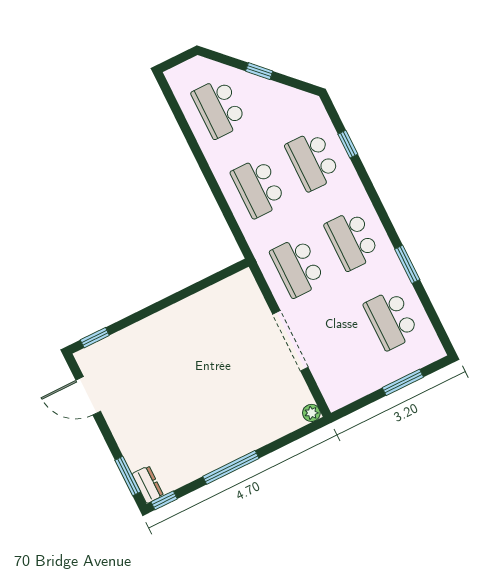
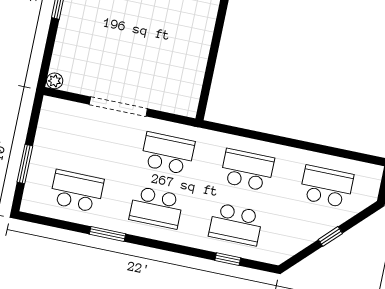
school desk: (313, 161) -> (236, 224), turned 180
school desk: (352, 240) -> (156, 208), turned 180

